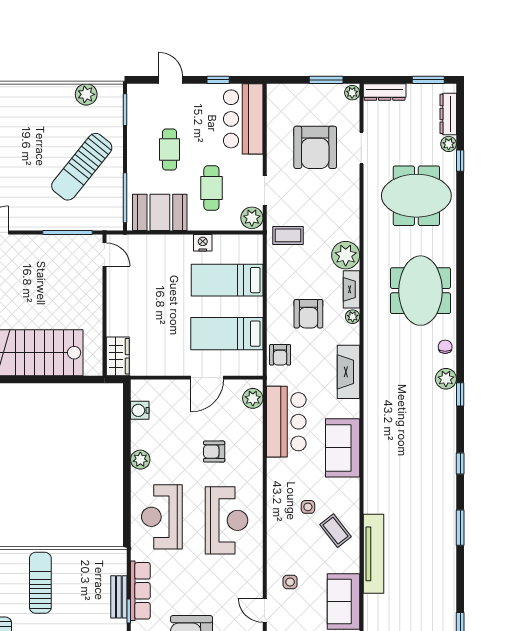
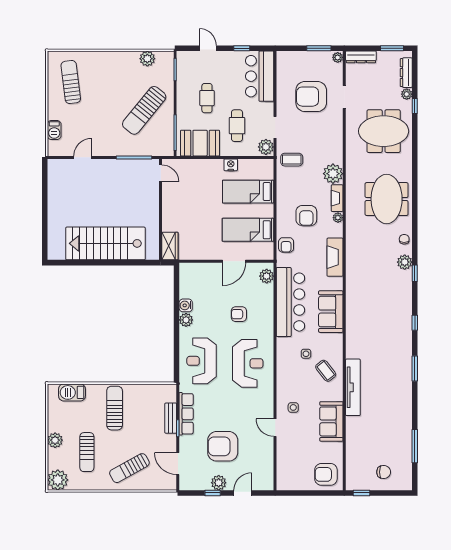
armchair: (315, 147) -> (311, 97), turned 90
water cooler: (140, 410) -> (186, 305), moved
bar counter: (286, 422) -> (290, 302), width x1.36

